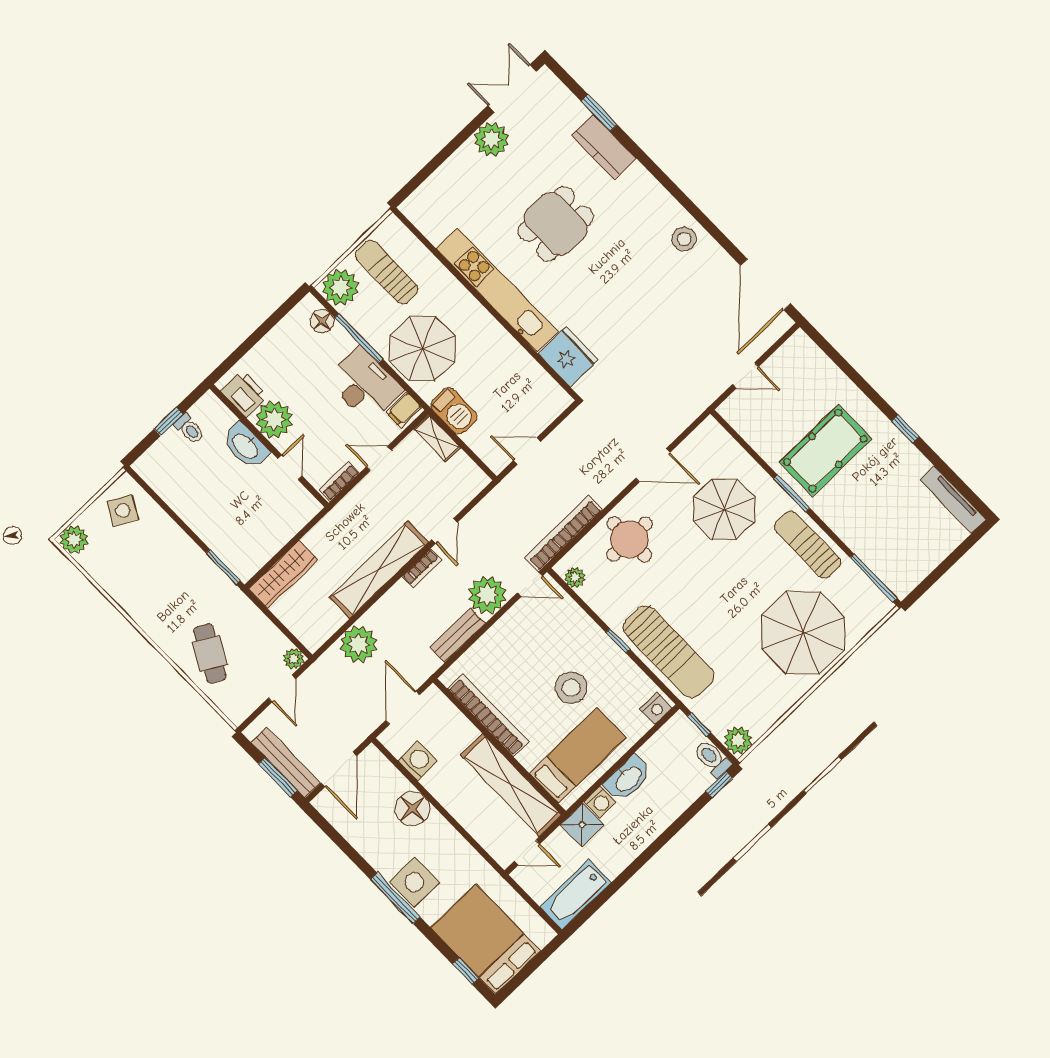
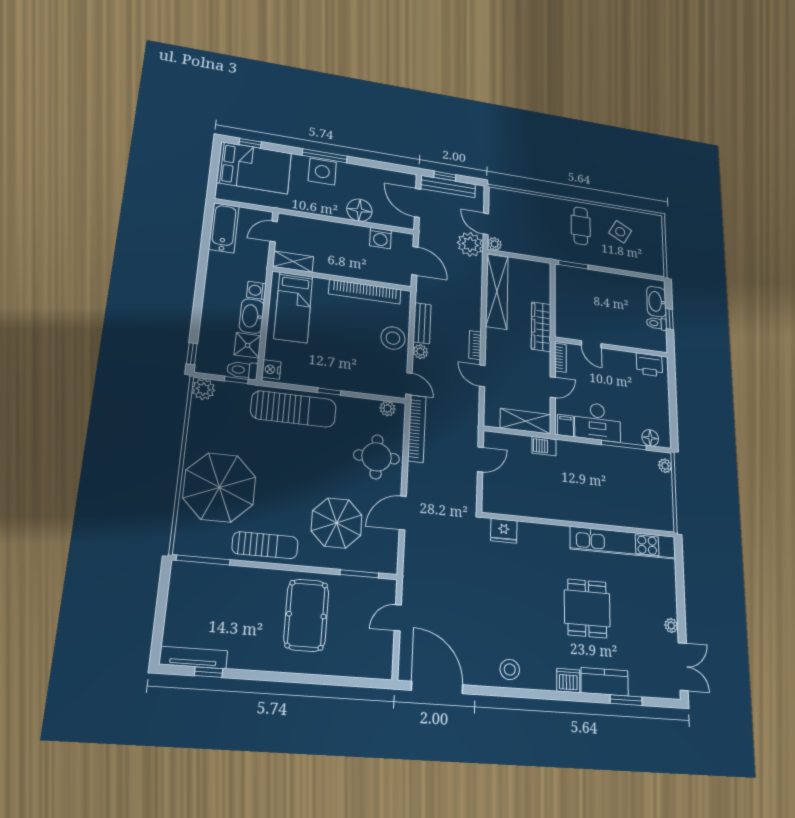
plant: (492, 139) -> (671, 626), width x0.53, depth x0.53
dishwasher: (638, 180) -> (568, 681), added
sun lounger: (387, 272) -> (645, 495), removed
plant: (340, 287) -> (665, 466), width x0.53, depth x0.53
kitchen unit: (497, 290) -> (623, 543), moved
parasol: (422, 349) -> (588, 469), removed
fridge: (568, 357) -> (504, 531), width x0.73, depth x0.75
barbecue: (454, 411) -> (544, 446), width x0.73, depth x0.79
plant: (274, 420) -> (623, 363), removed
window: (905, 429) -> (209, 672), moved
shelving: (437, 438) -> (526, 421), width x1.50, depth x1.33
washbasin: (246, 446) -> (656, 302), moved, turned -90
window: (792, 494) -> (359, 574), moved
side table: (123, 510) -> (620, 232), moved
plant: (74, 539) -> (653, 223), removed
shelving: (379, 570) -> (497, 292), moved
wardrobe: (283, 574) -> (541, 327), moved
door: (530, 584) -> (409, 384), swing flipped
plant: (487, 595) -> (420, 352), width x0.53, depth x0.53
plant: (359, 644) -> (470, 244), moved
sun lounger: (669, 652) -> (294, 409), turned 180
cafe table: (210, 653) -> (581, 226), moved, turned 61
stool: (571, 688) -> (393, 338), moved
toilet: (712, 759) -> (242, 370), moved, turned 180
window: (278, 777) -> (445, 176), width x0.67
shelving: (511, 785) -> (293, 262), width x0.45, depth x0.75
shower: (582, 825) -> (248, 345), moved

